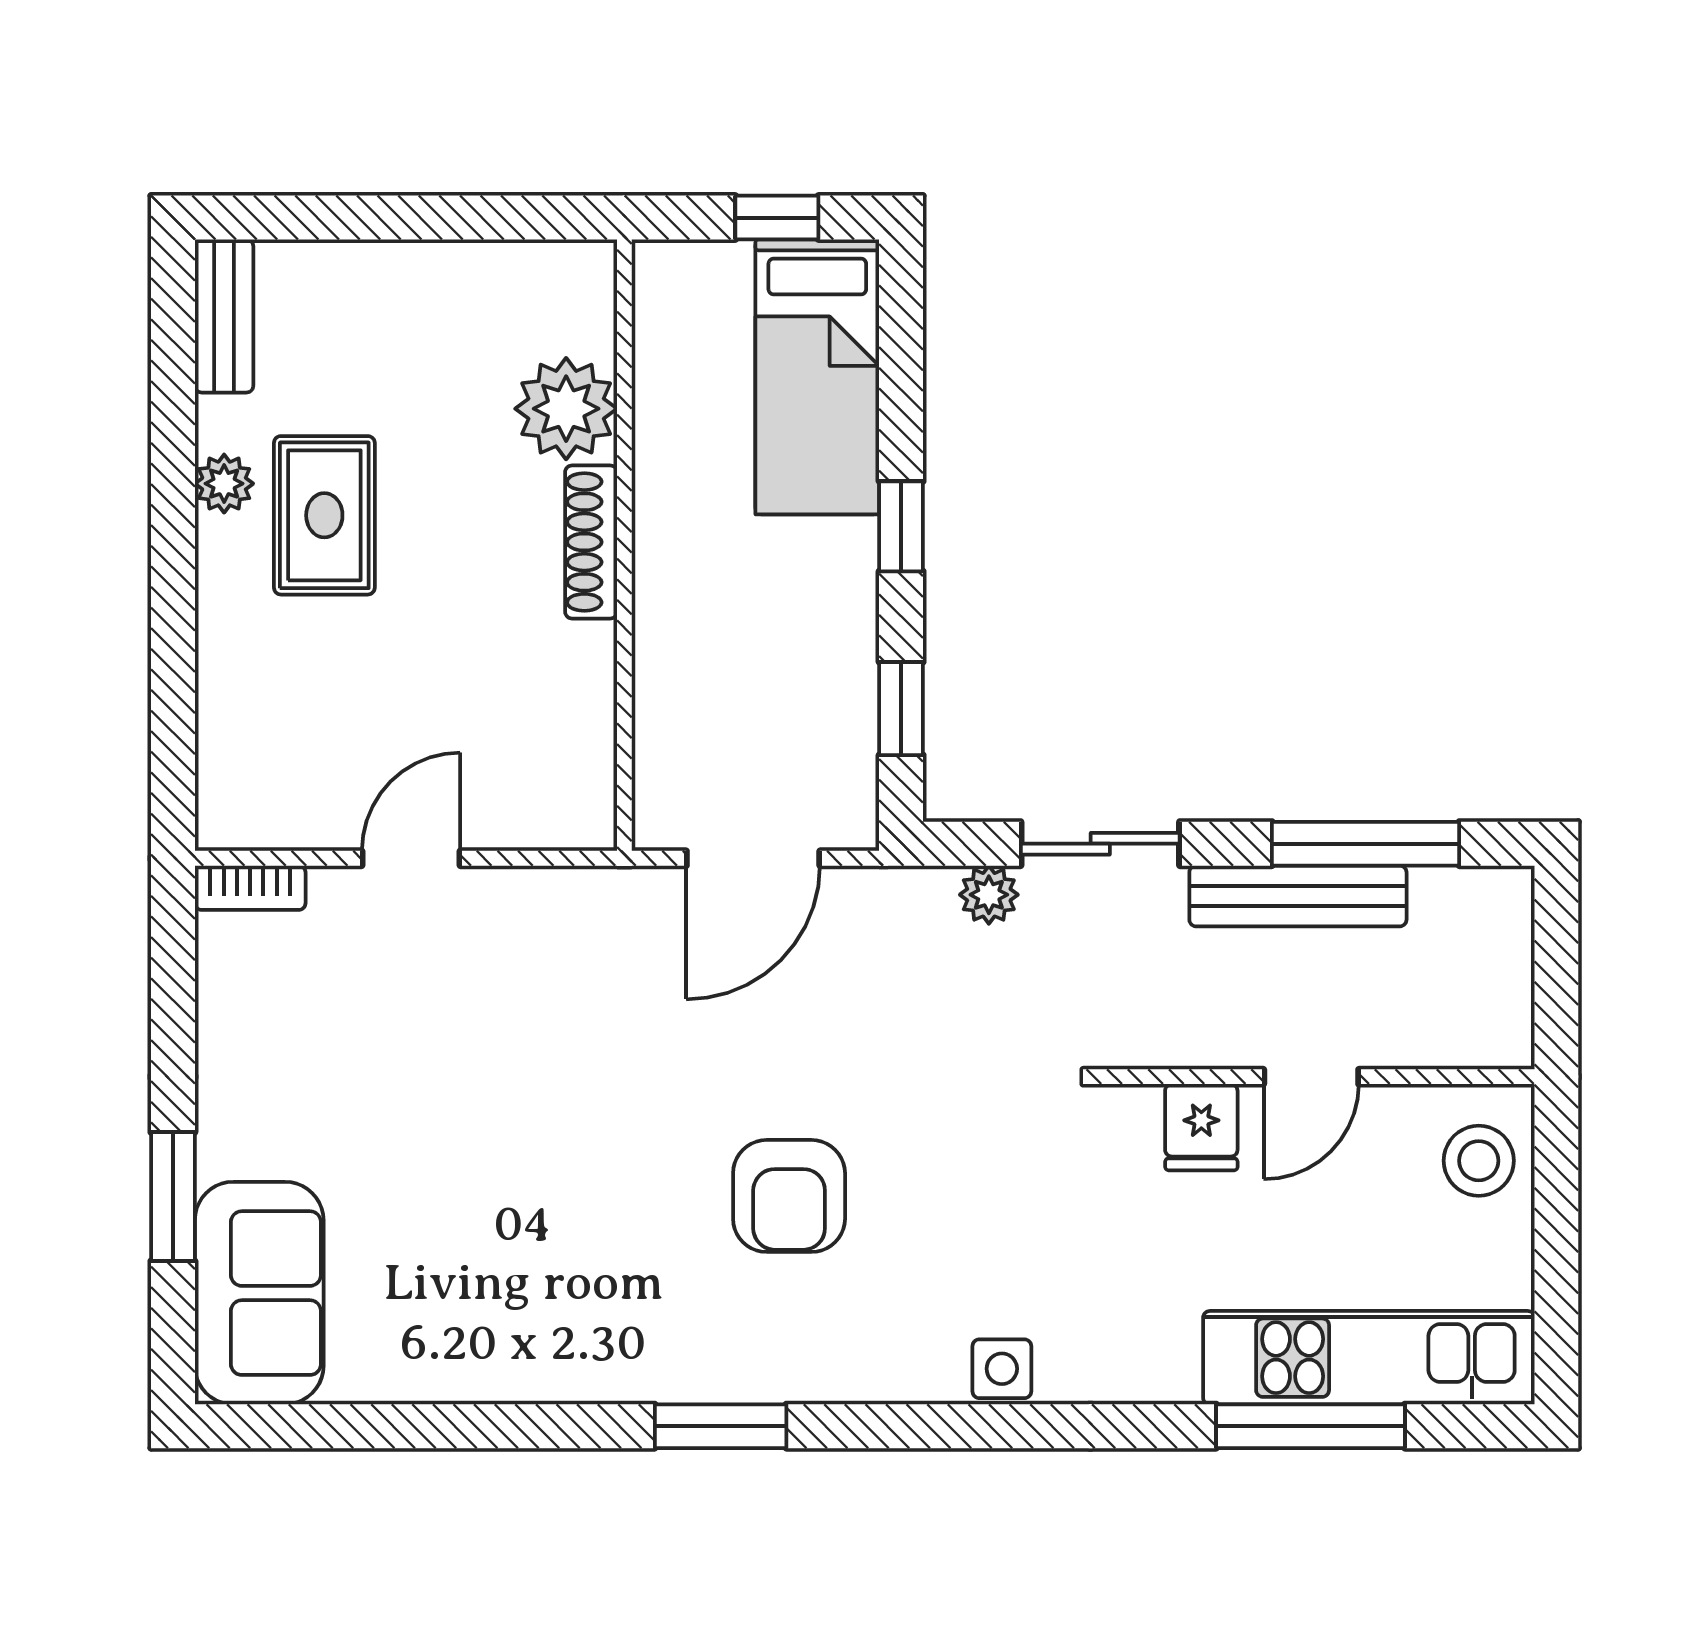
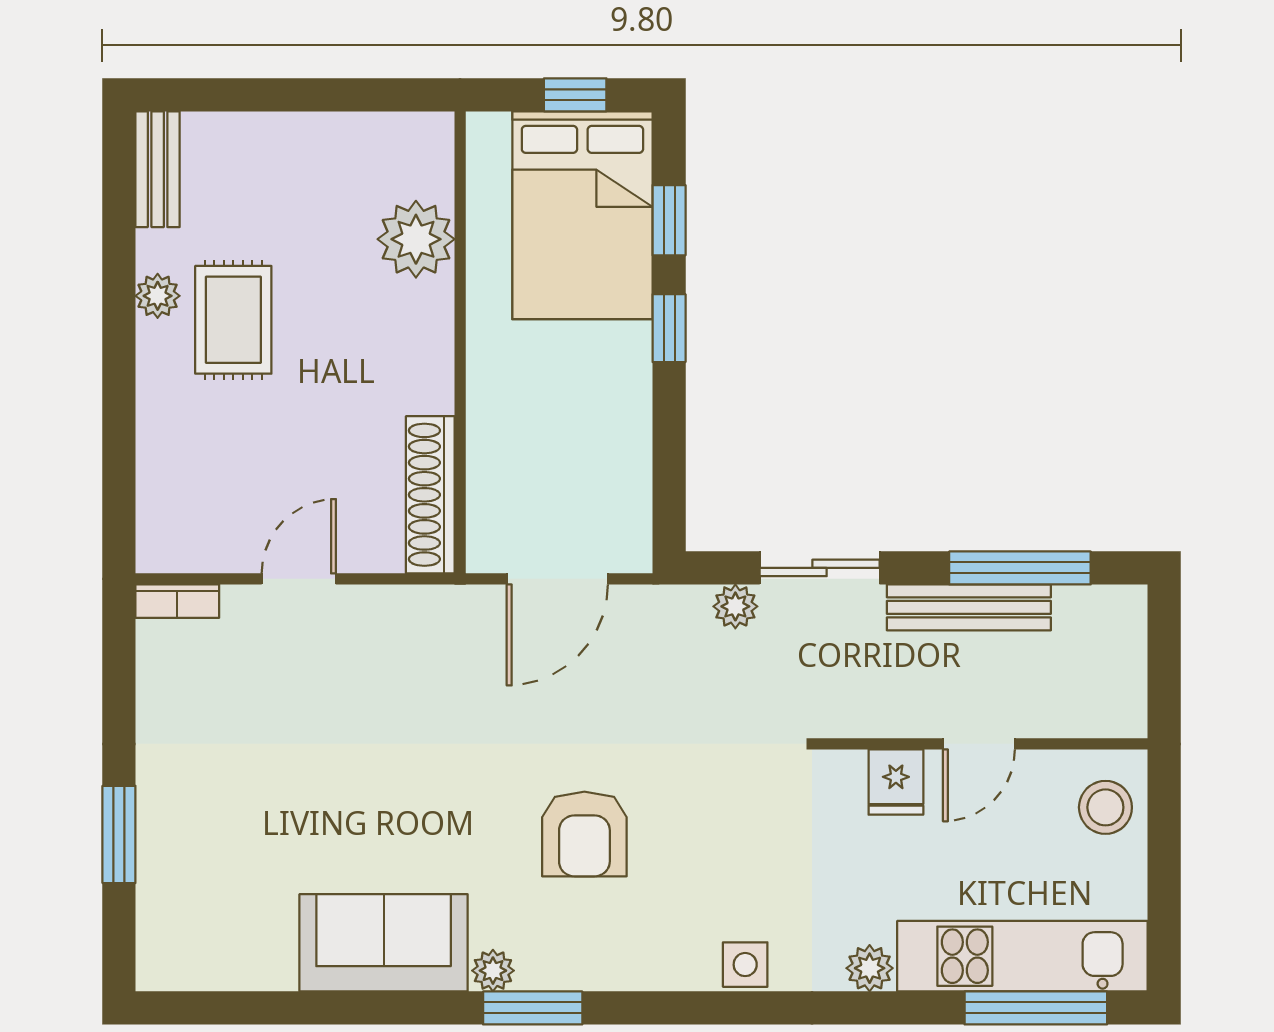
bed: (817, 377) -> (582, 215), width x1.50
shoe rack: (591, 542) -> (430, 495), moved, width x1.36, depth x1.24
window: (901, 709) -> (669, 220), moved
sofa: (259, 1293) -> (384, 943), moved, turned -90
plant: (1166, 1374) -> (870, 968), added
plant: (668, 1377) -> (493, 971), added
window: (1311, 1426) -> (1036, 1008), moved

